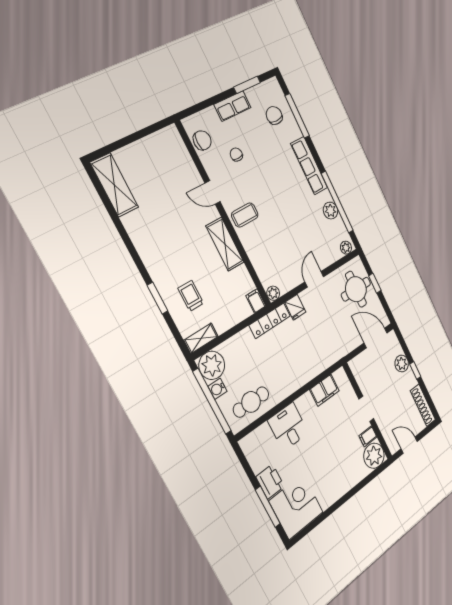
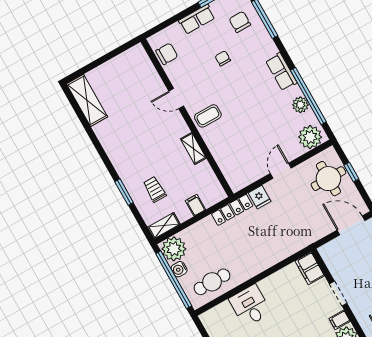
chair: (236, 155) -> (223, 58), moved
row of seats: (309, 166) -> (281, 72), width x0.68
shelving: (225, 244) -> (193, 149), width x0.67, depth x0.75
plant: (346, 248) -> (310, 137), width x1.87, depth x1.87
plant: (273, 293) -> (236, 185), removed
filing cabinet: (256, 301) -> (195, 205), moved
filing cabinet: (324, 390) -> (310, 268), moved, turned 90

